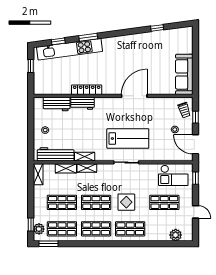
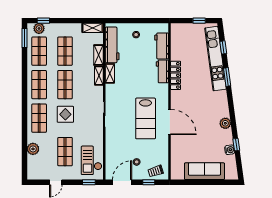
water cooler: (162, 35) -> (230, 150), added
plant: (135, 39) -> (225, 123), added
sofa: (184, 74) -> (204, 171), moved
lab bench: (128, 139) -> (146, 118), moved
plant: (176, 235) -> (33, 149), moved

